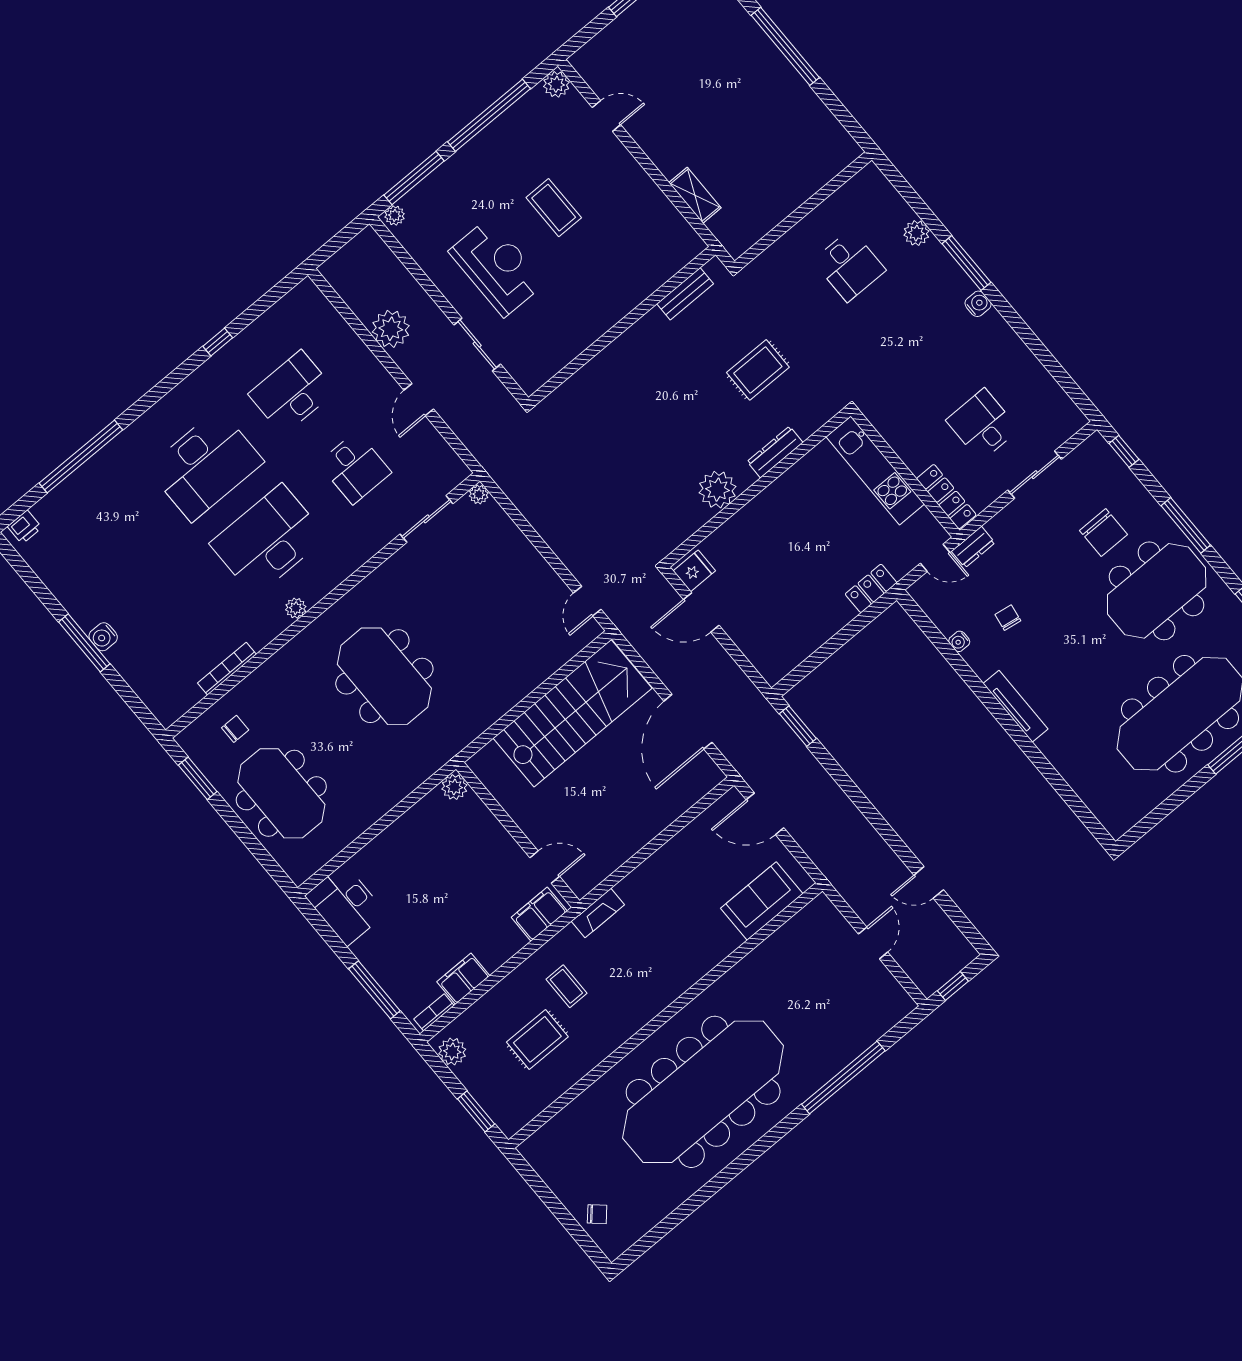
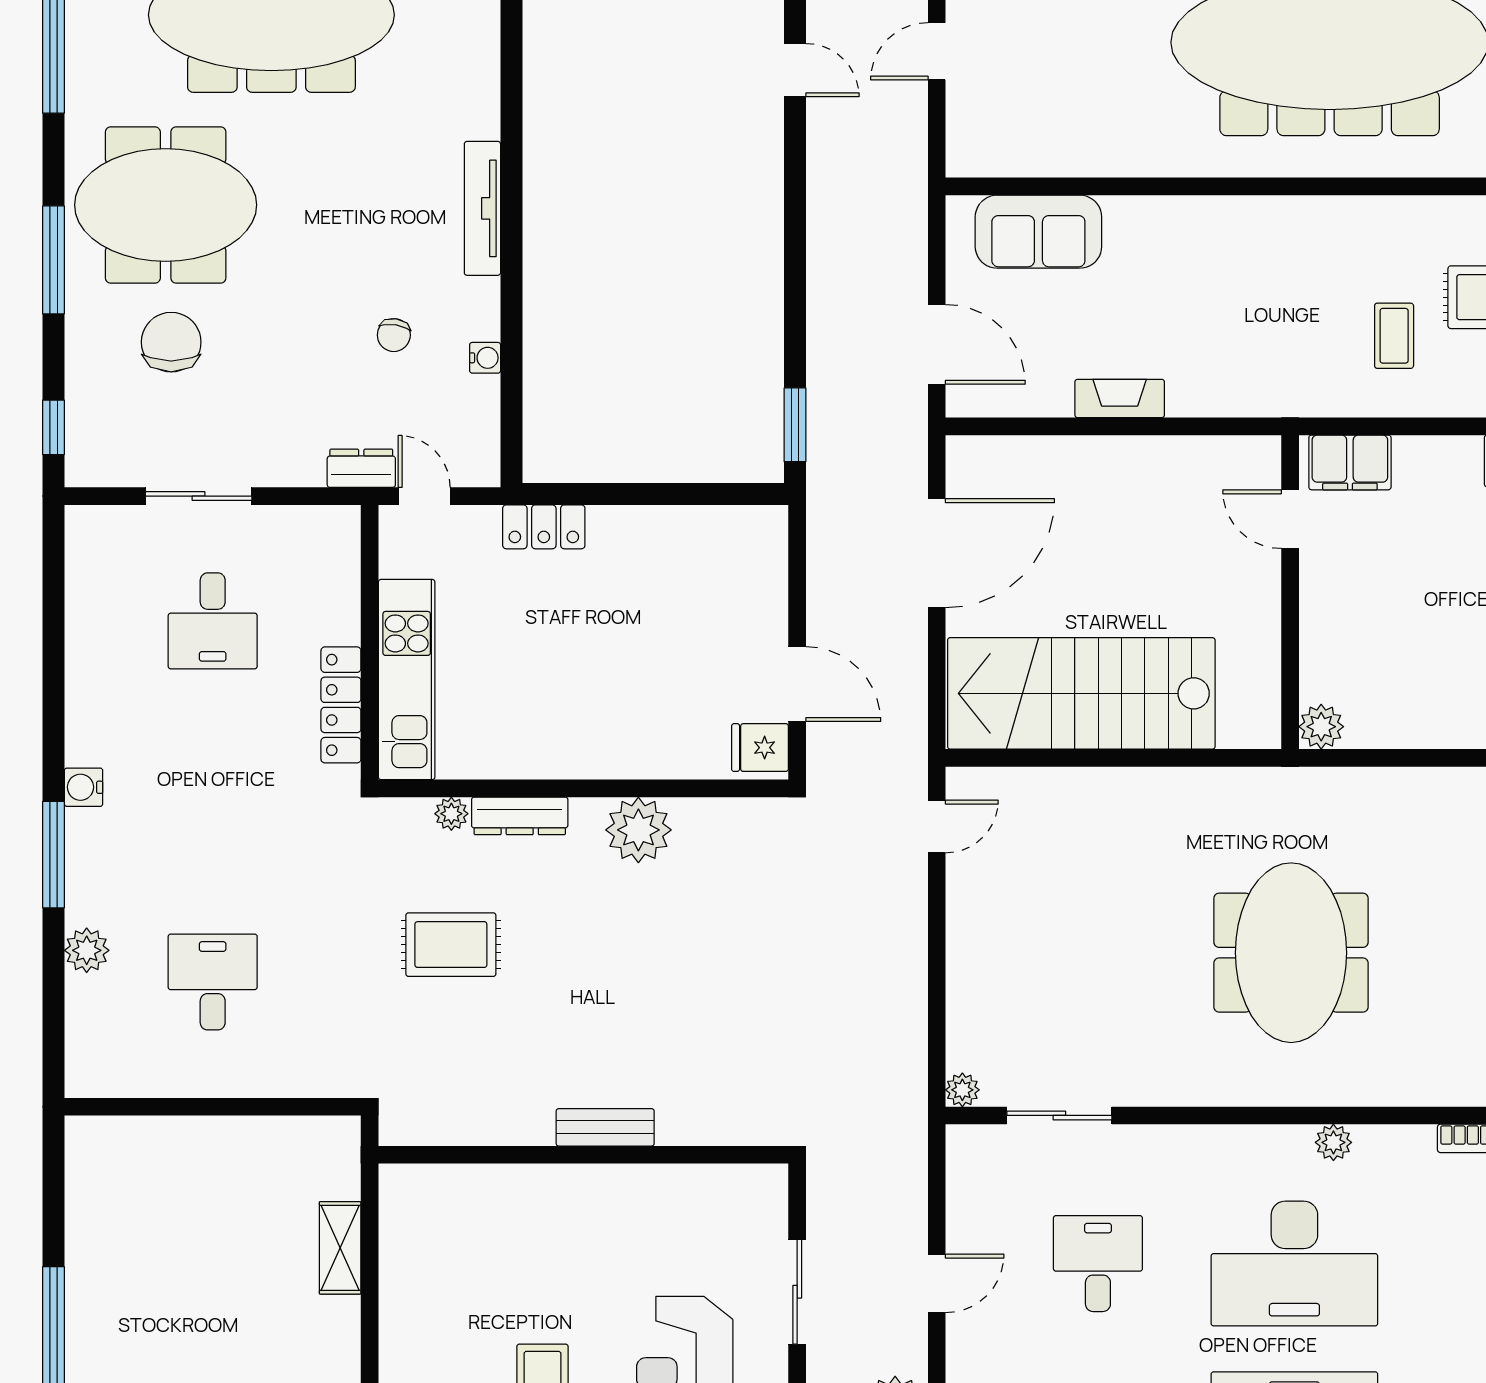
bench: (685, 294) -> (605, 1127), moved
plant: (806, 428) -> (451, 814), added
locker: (946, 497) -> (341, 705), moved
fireplace: (598, 913) -> (1120, 398), moved

